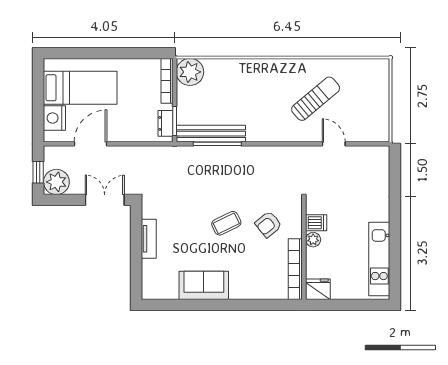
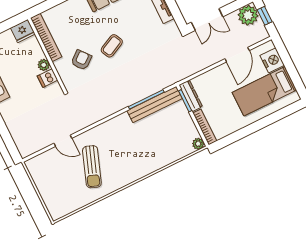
plant: (190, 72) -> (198, 144), width x0.53, depth x0.53
sun lounger: (316, 99) -> (92, 167), turned -30
dresser: (165, 123) -> (191, 96), width x1.44

